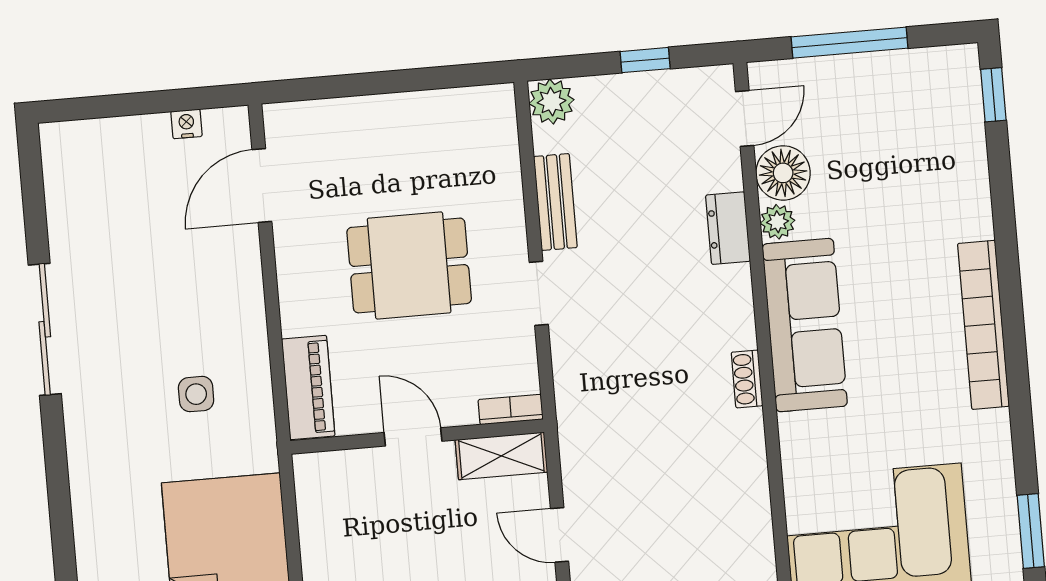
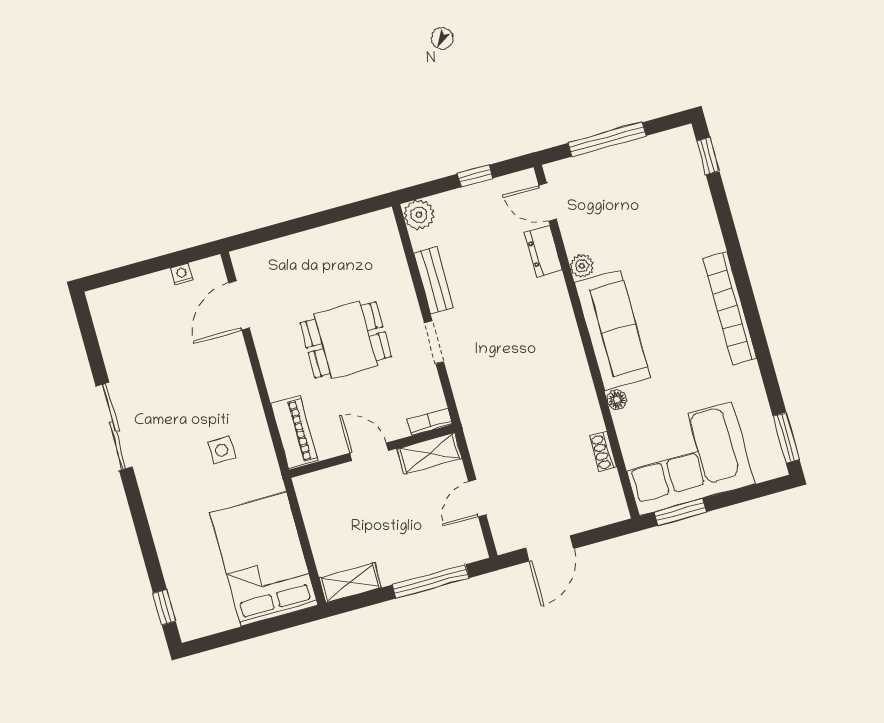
door: (745, 119) -> (548, 202), swing flipped
floor lamp: (783, 173) -> (617, 400), moved, width x0.53, depth x0.53
dresser: (728, 228) -> (543, 251), moved
shoe rack: (747, 379) -> (603, 452), moved
door: (559, 535) -> (477, 498), hinge flipped

